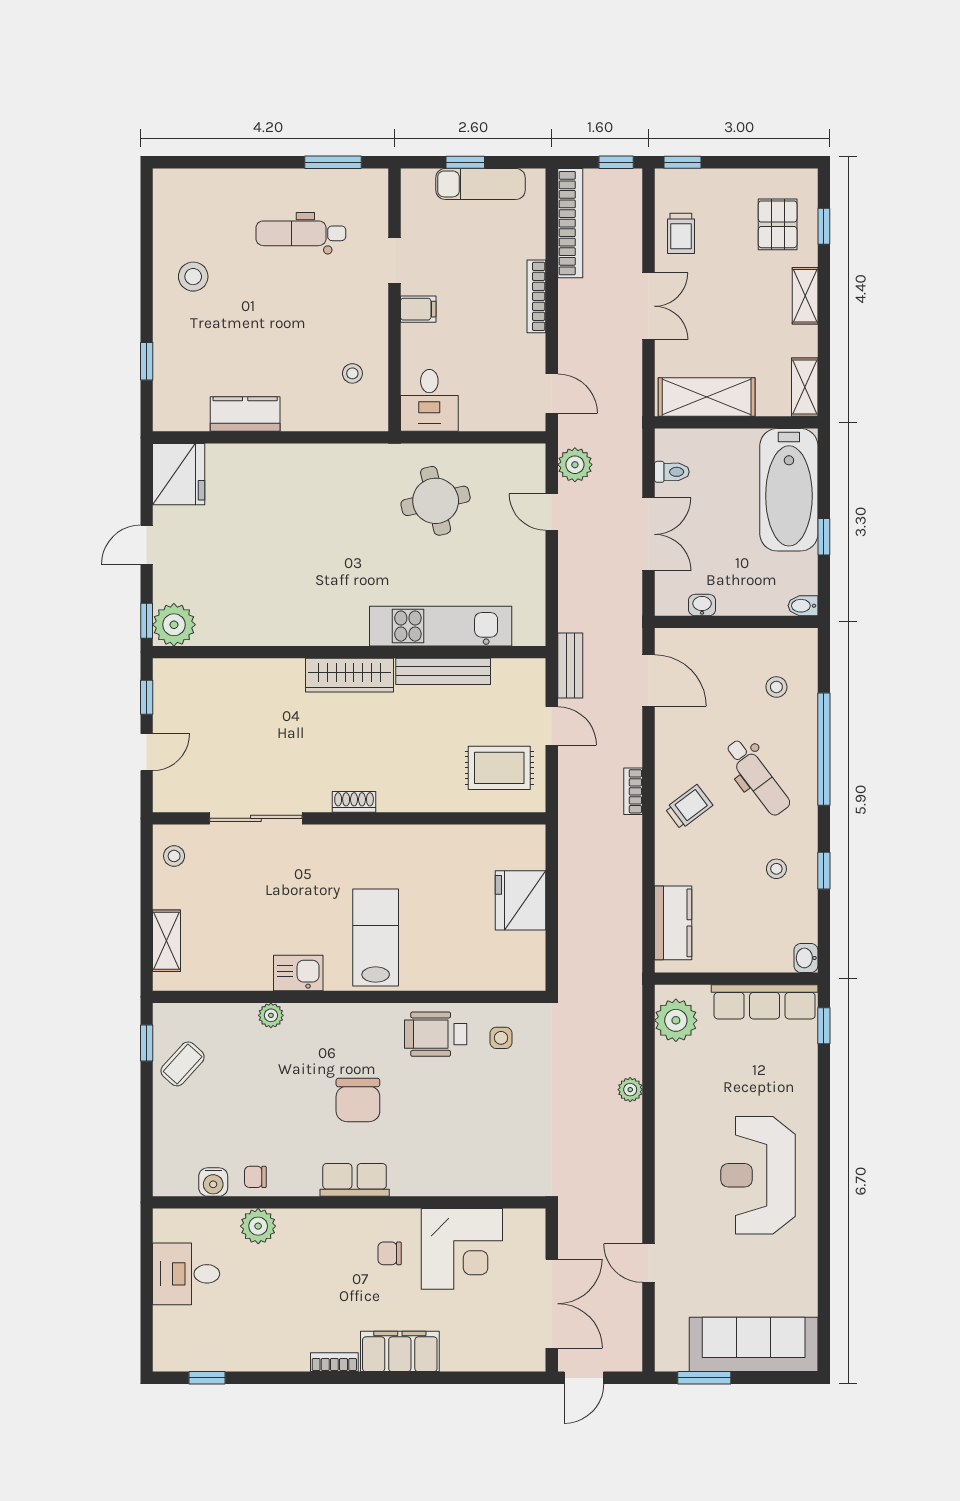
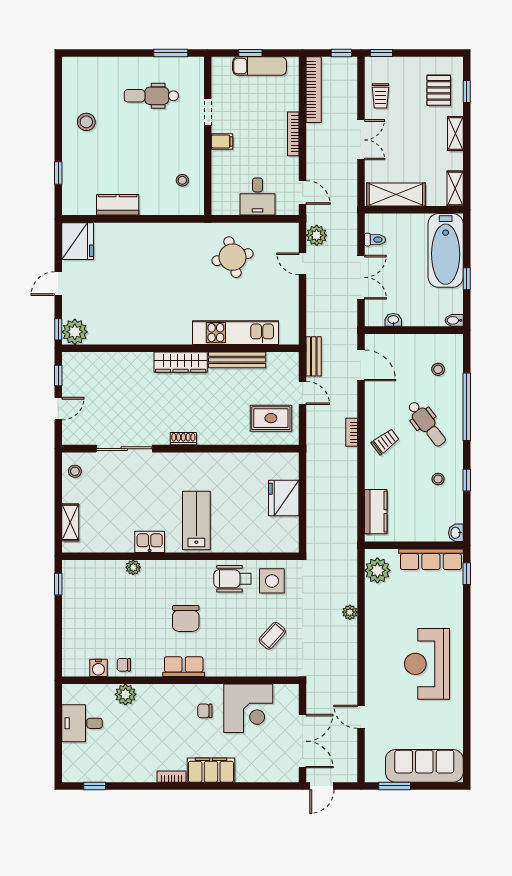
desk: (429, 400) -> (257, 197), moved
side table: (501, 1038) -> (272, 581), width x1.87, depth x1.87
coffee table: (183, 1064) -> (272, 636), moved

